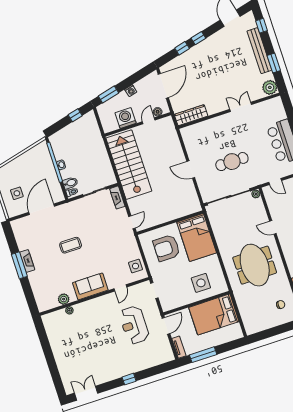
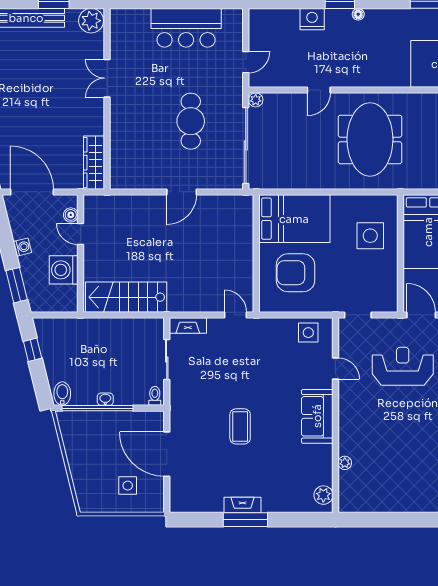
stairs: (129, 165) -> (126, 297), width x0.73, depth x0.66
bidet: (70, 183) -> (62, 394), moved
armchair: (167, 248) -> (296, 273), turned 90
meeting table: (255, 265) -> (370, 139), turned 90
plant: (64, 299) -> (323, 495), moved
reception desk: (134, 325) -> (403, 366), turned 180

